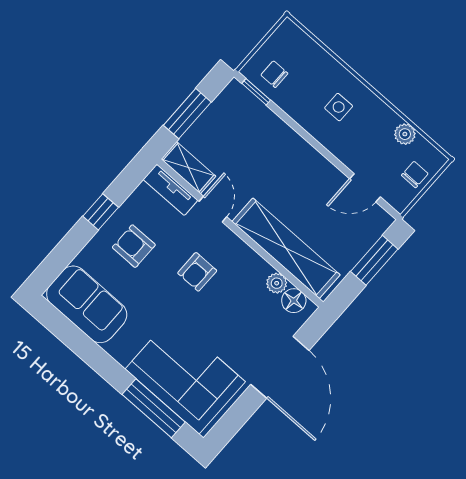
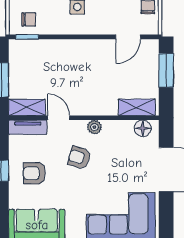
chair: (274, 74) -> (29, 19), turned 180
shelving: (286, 248) -> (137, 107), width x0.45, depth x0.75
armchair: (197, 272) -> (79, 158), turned 106
plant: (277, 283) -> (94, 127), moved

